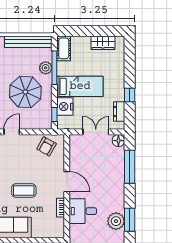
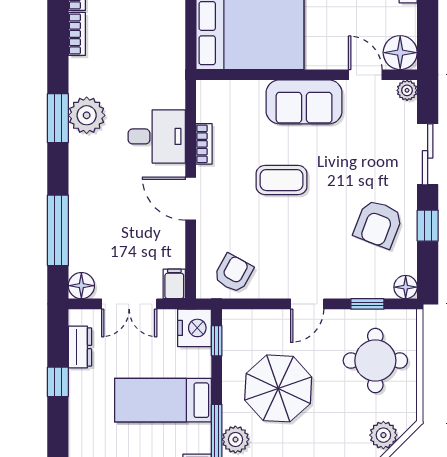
nightstand: (65, 107) -> (195, 328), moved
filing cabinet: (75, 141) -> (174, 284), added

